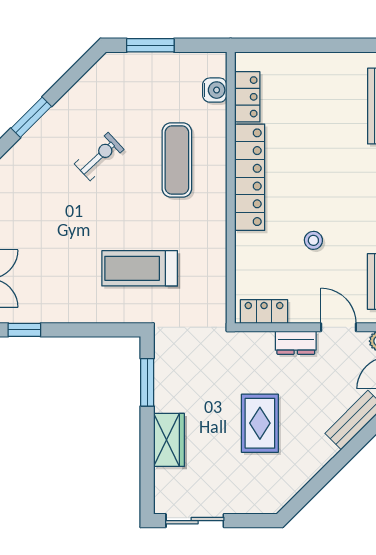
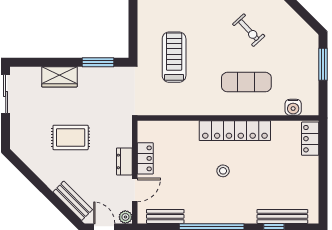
locker: (247, 97) -> (310, 139), moved, turned 90
stool: (313, 240) -> (223, 171), moved
locker: (264, 311) -> (145, 158), moved

